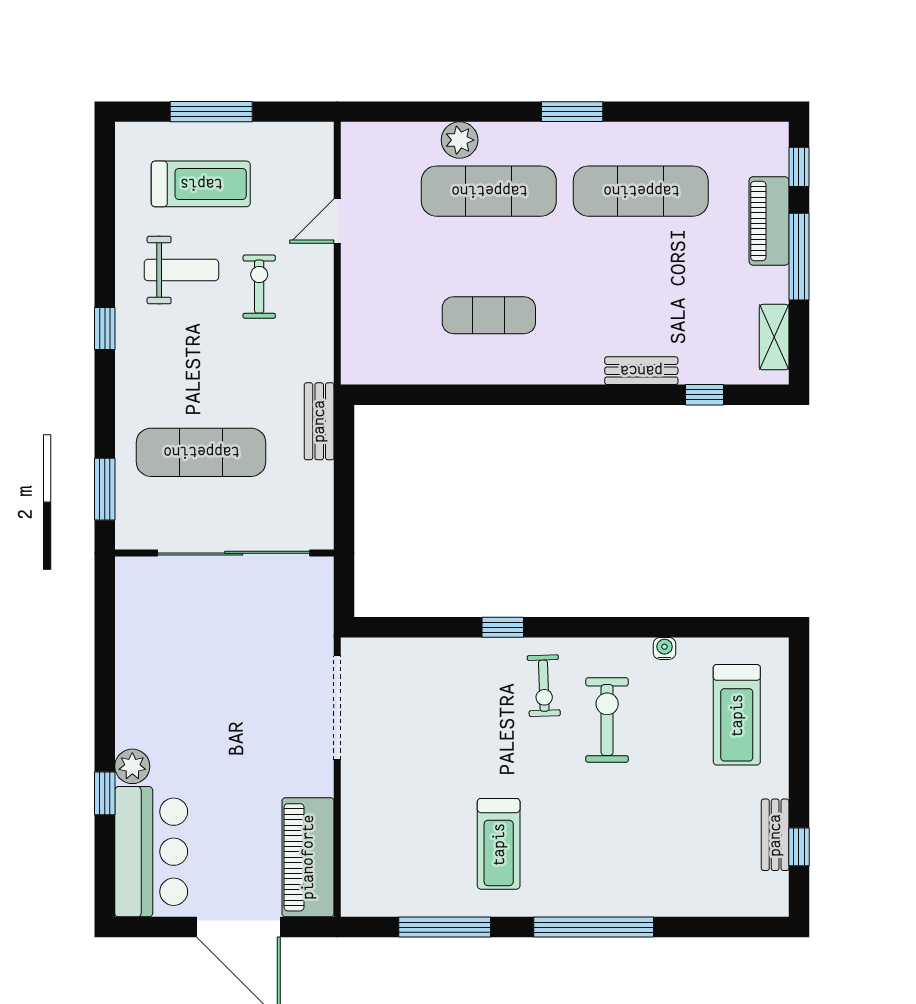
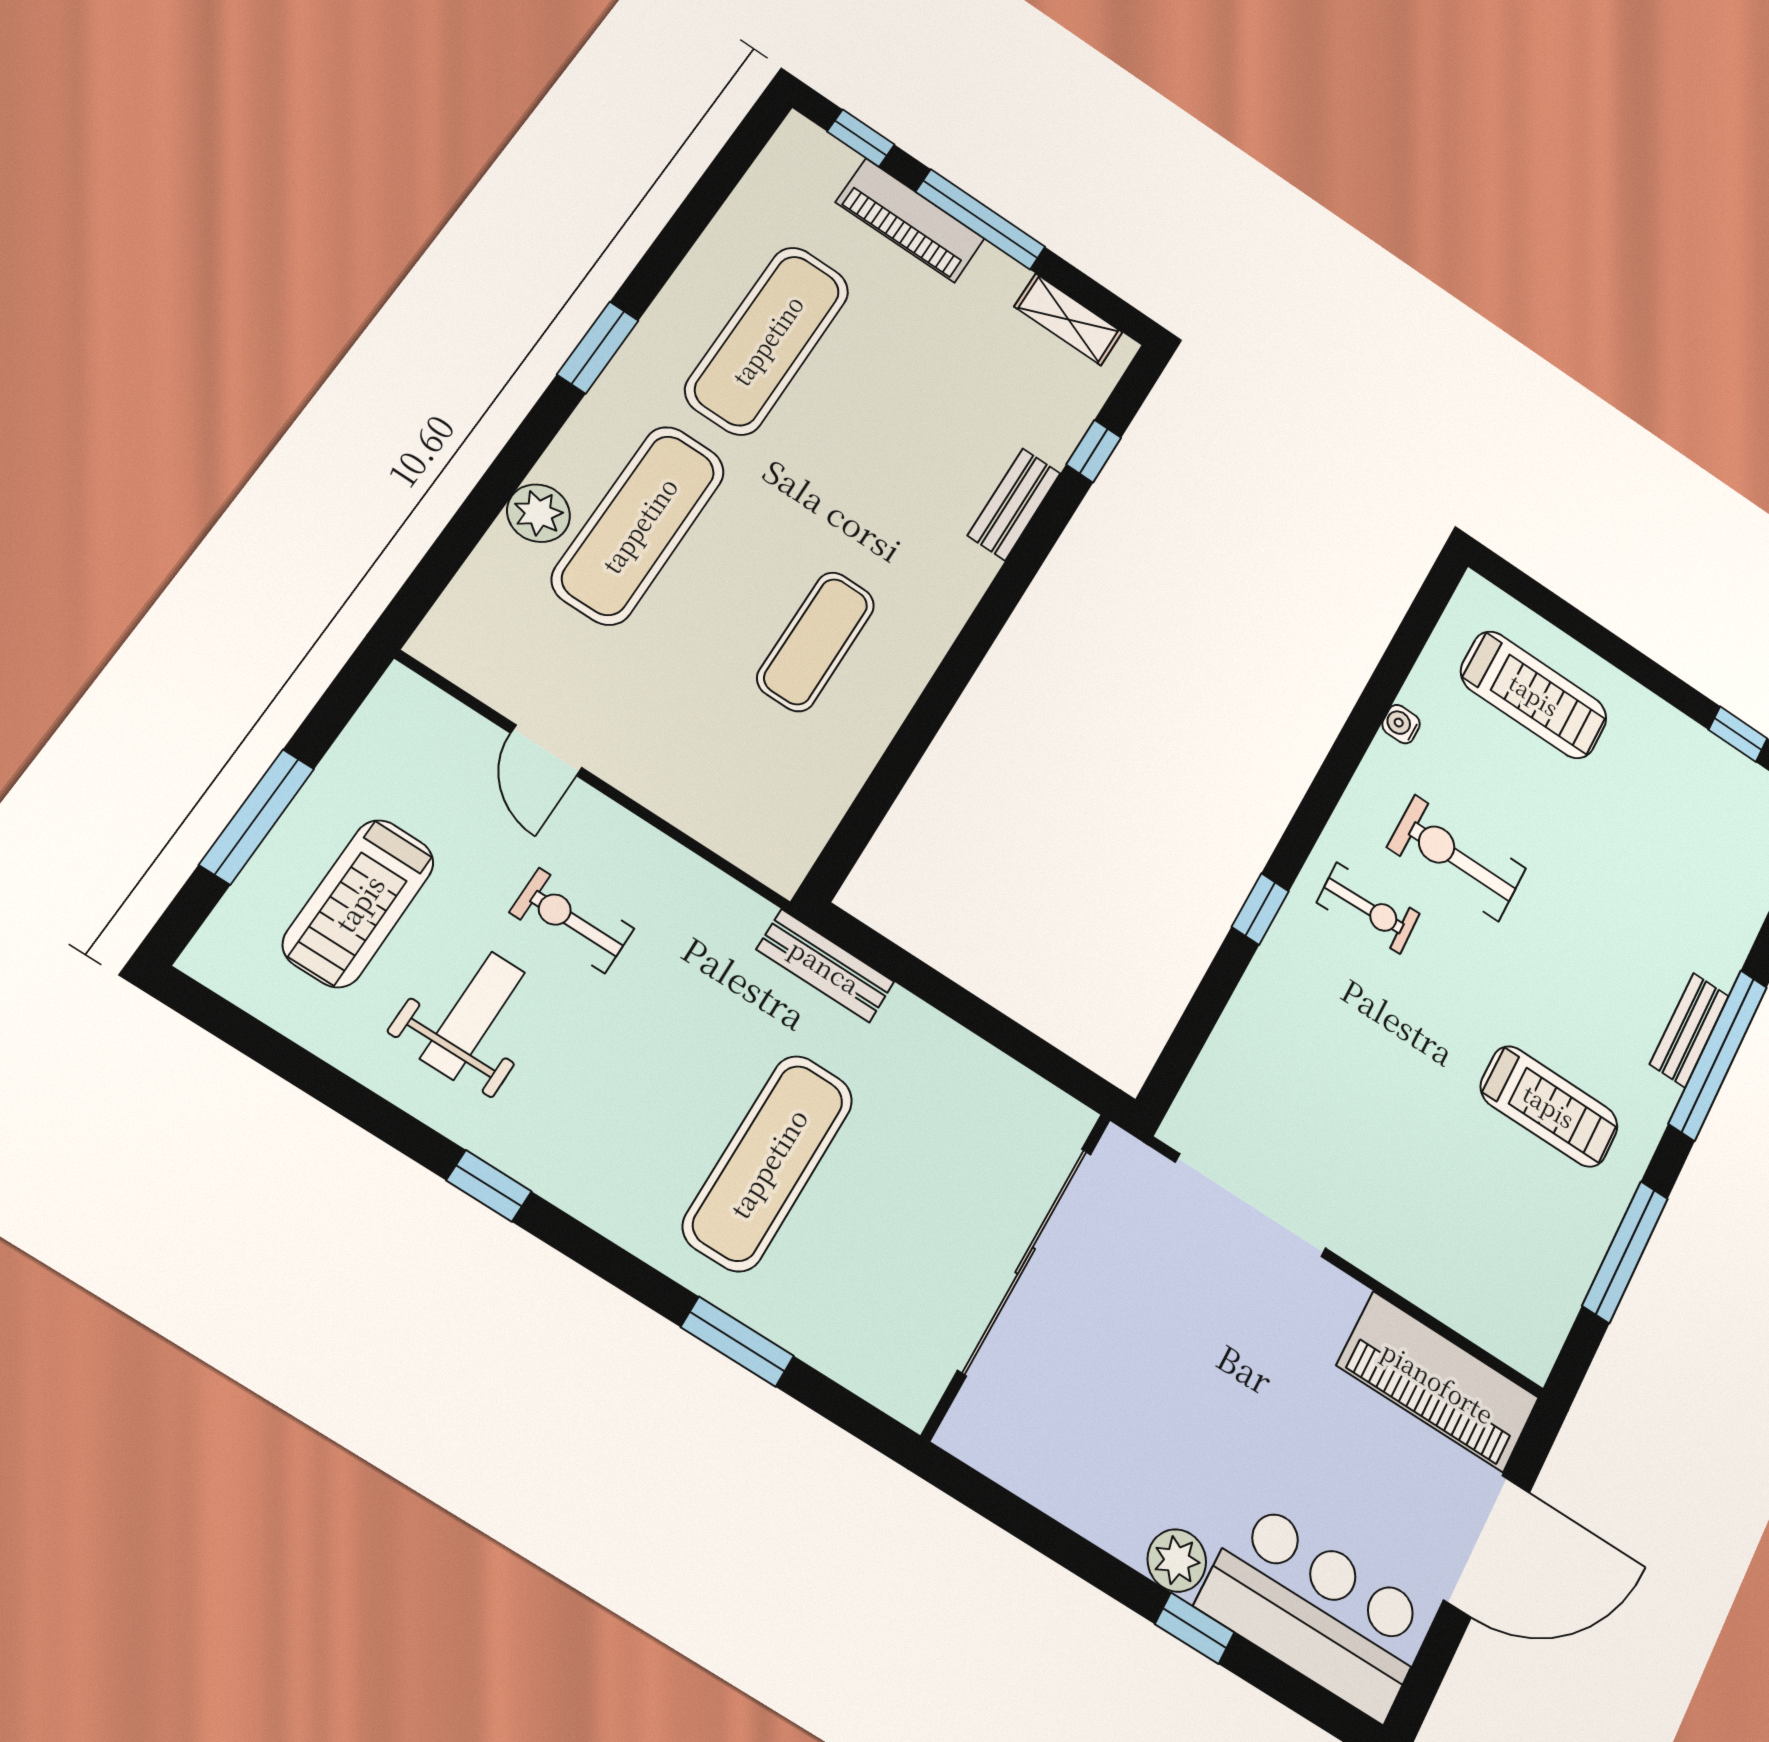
treadmill: (201, 184) -> (359, 903), turned 180
wall: (224, 553) -> (1018, 1274), moved
sliding door: (234, 553) -> (1025, 1261), moved
bench: (775, 835) -> (1689, 1030), moved, turned 90

